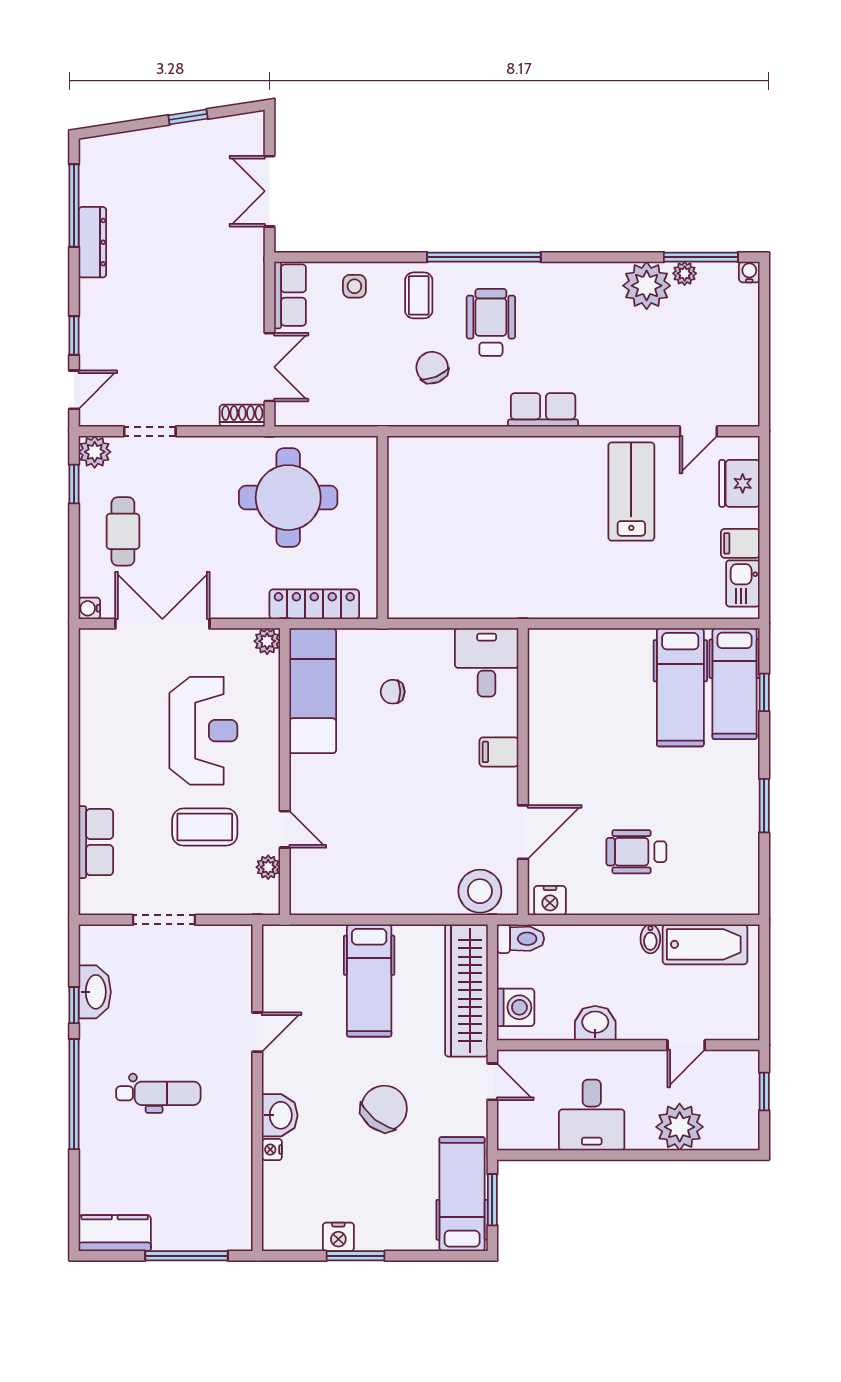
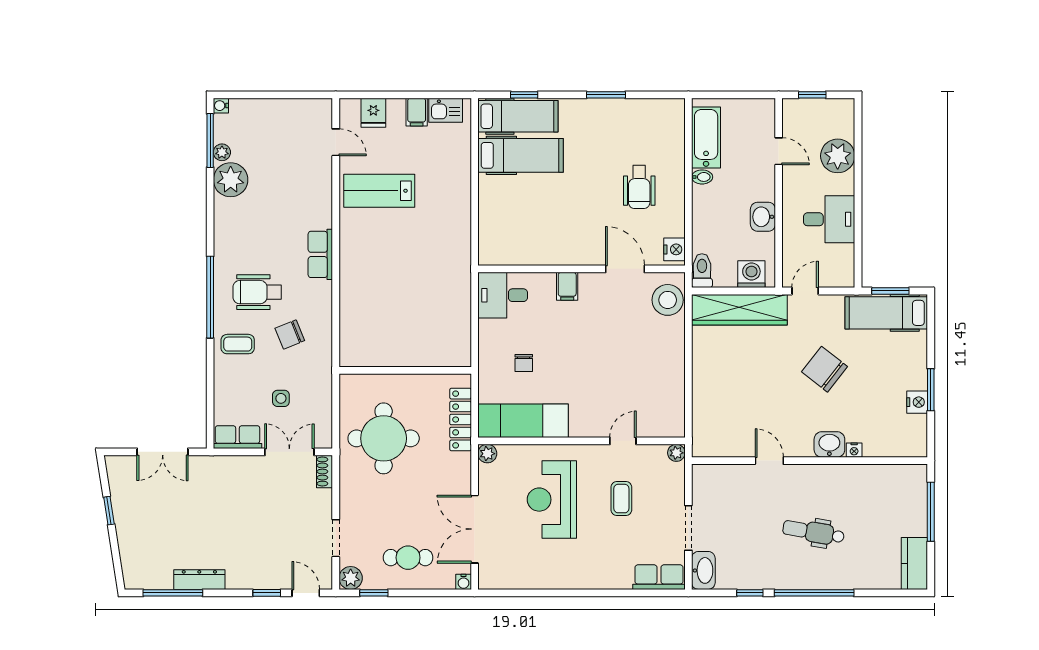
side table: (354, 286) -> (281, 398), moved
fridge: (739, 483) -> (373, 113), width x0.72
reception desk: (203, 731) -> (552, 500), turned -90
coffee table: (205, 827) -> (621, 499), width x0.73, depth x0.77
row of seats: (96, 842) -> (659, 577), moved
plant: (268, 867) -> (676, 453), moved
hospital bed: (369, 981) -> (732, 380), removed
washbasin: (95, 992) -> (703, 570), moved, turned 90
dental chair: (158, 1093) -> (814, 532), turned -80

